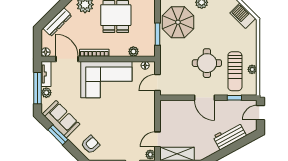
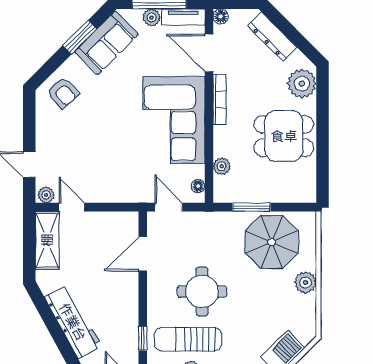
door: (67, 59) -> (209, 53), swing flipped
door: (205, 98) -> (143, 254), moved
workbench: (230, 136) -> (73, 322), width x1.37

